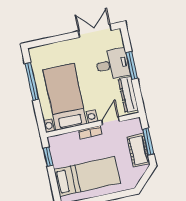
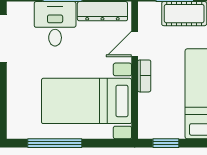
door: (111, 121) -> (135, 44), hinge flipped

